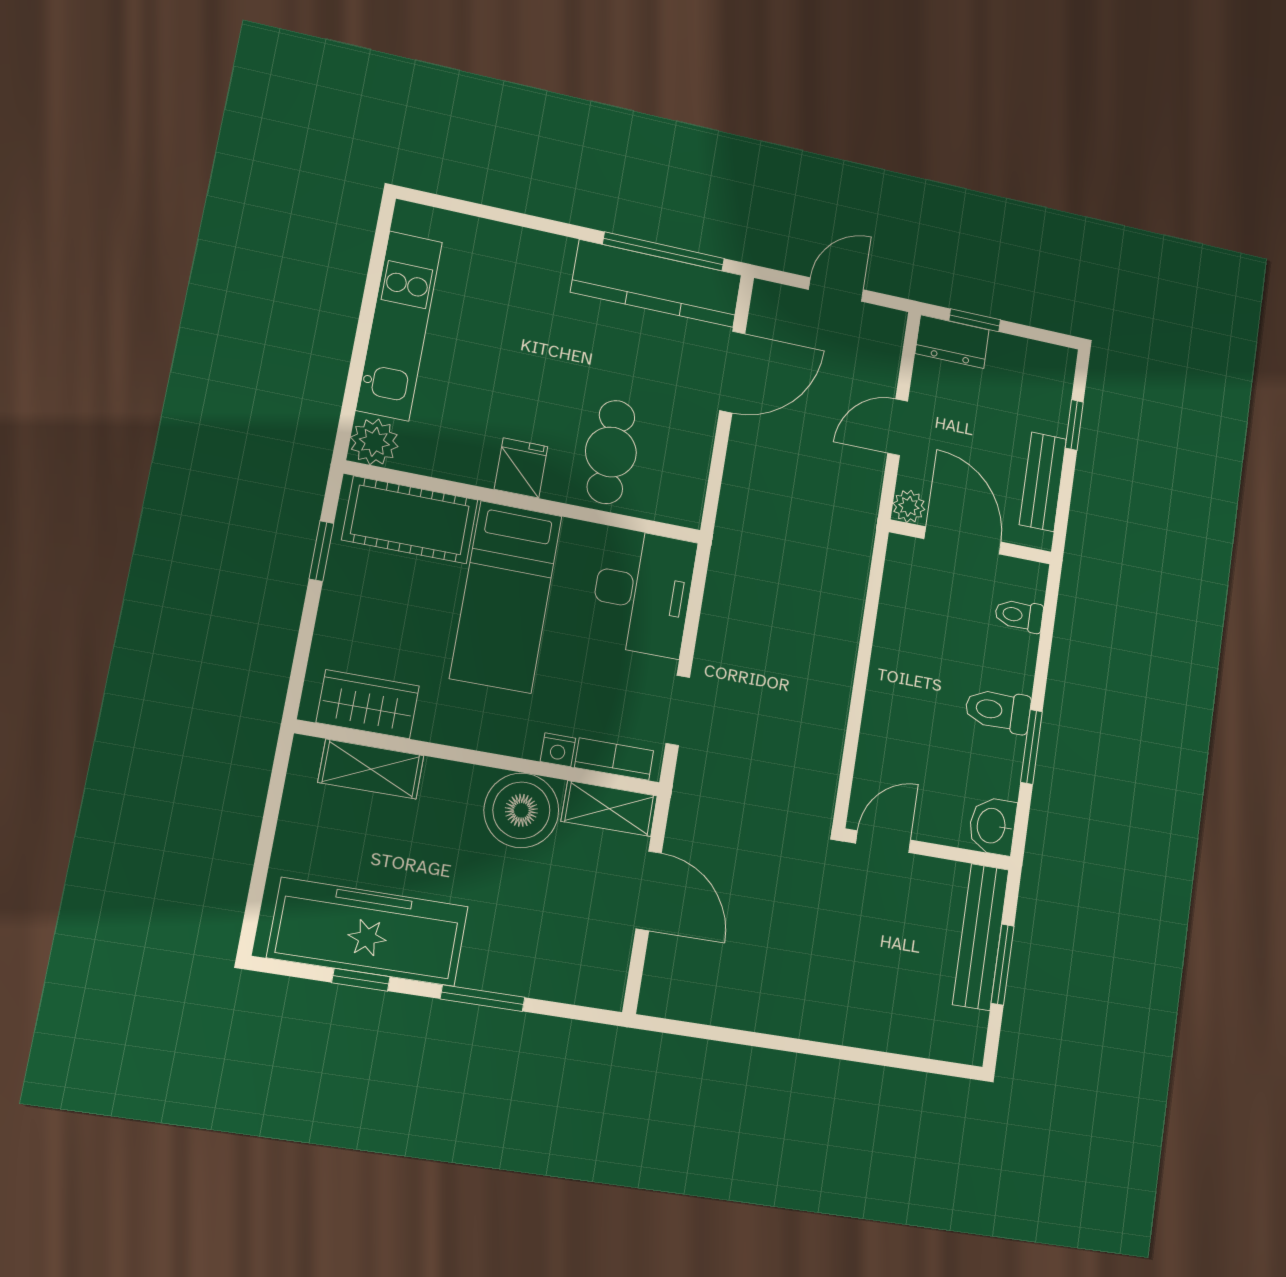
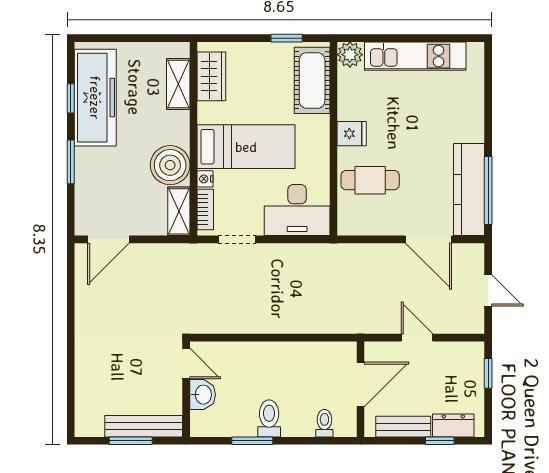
dresser: (952, 342) -> (453, 425), moved, turned 90
plant: (909, 506) -> (374, 351), removed
bed: (506, 597) -> (246, 147), moved, turned 180
washbasin: (992, 826) -> (203, 395), moved, turned 90
door: (649, 891) -> (108, 239), moved

